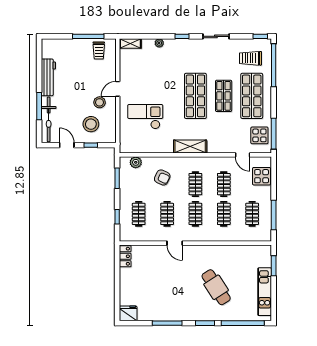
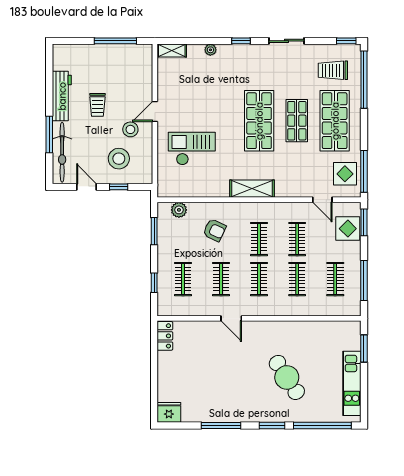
trolley: (99, 50) -> (97, 105), moved
window: (274, 172) -> (364, 222), added

